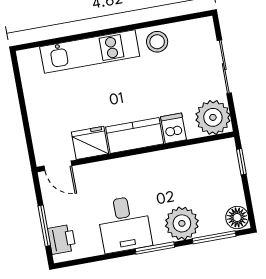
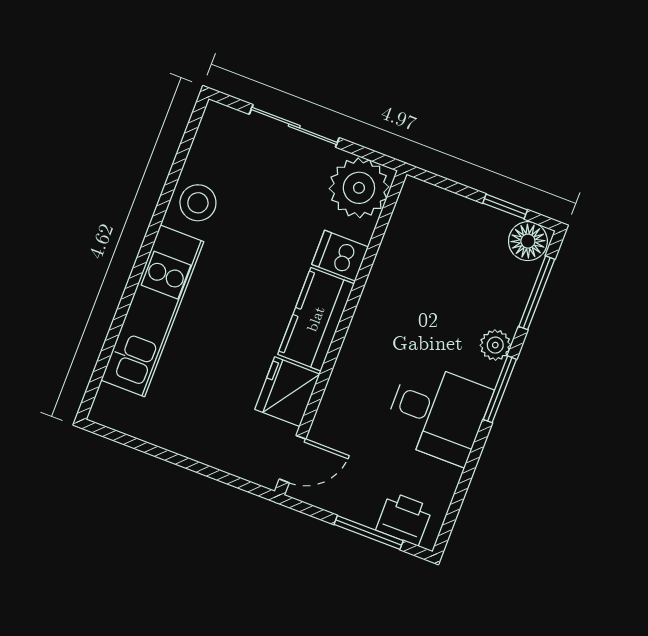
window: (241, 162) -> (505, 206), moved
plant: (182, 223) -> (495, 345), width x0.53, depth x0.53

